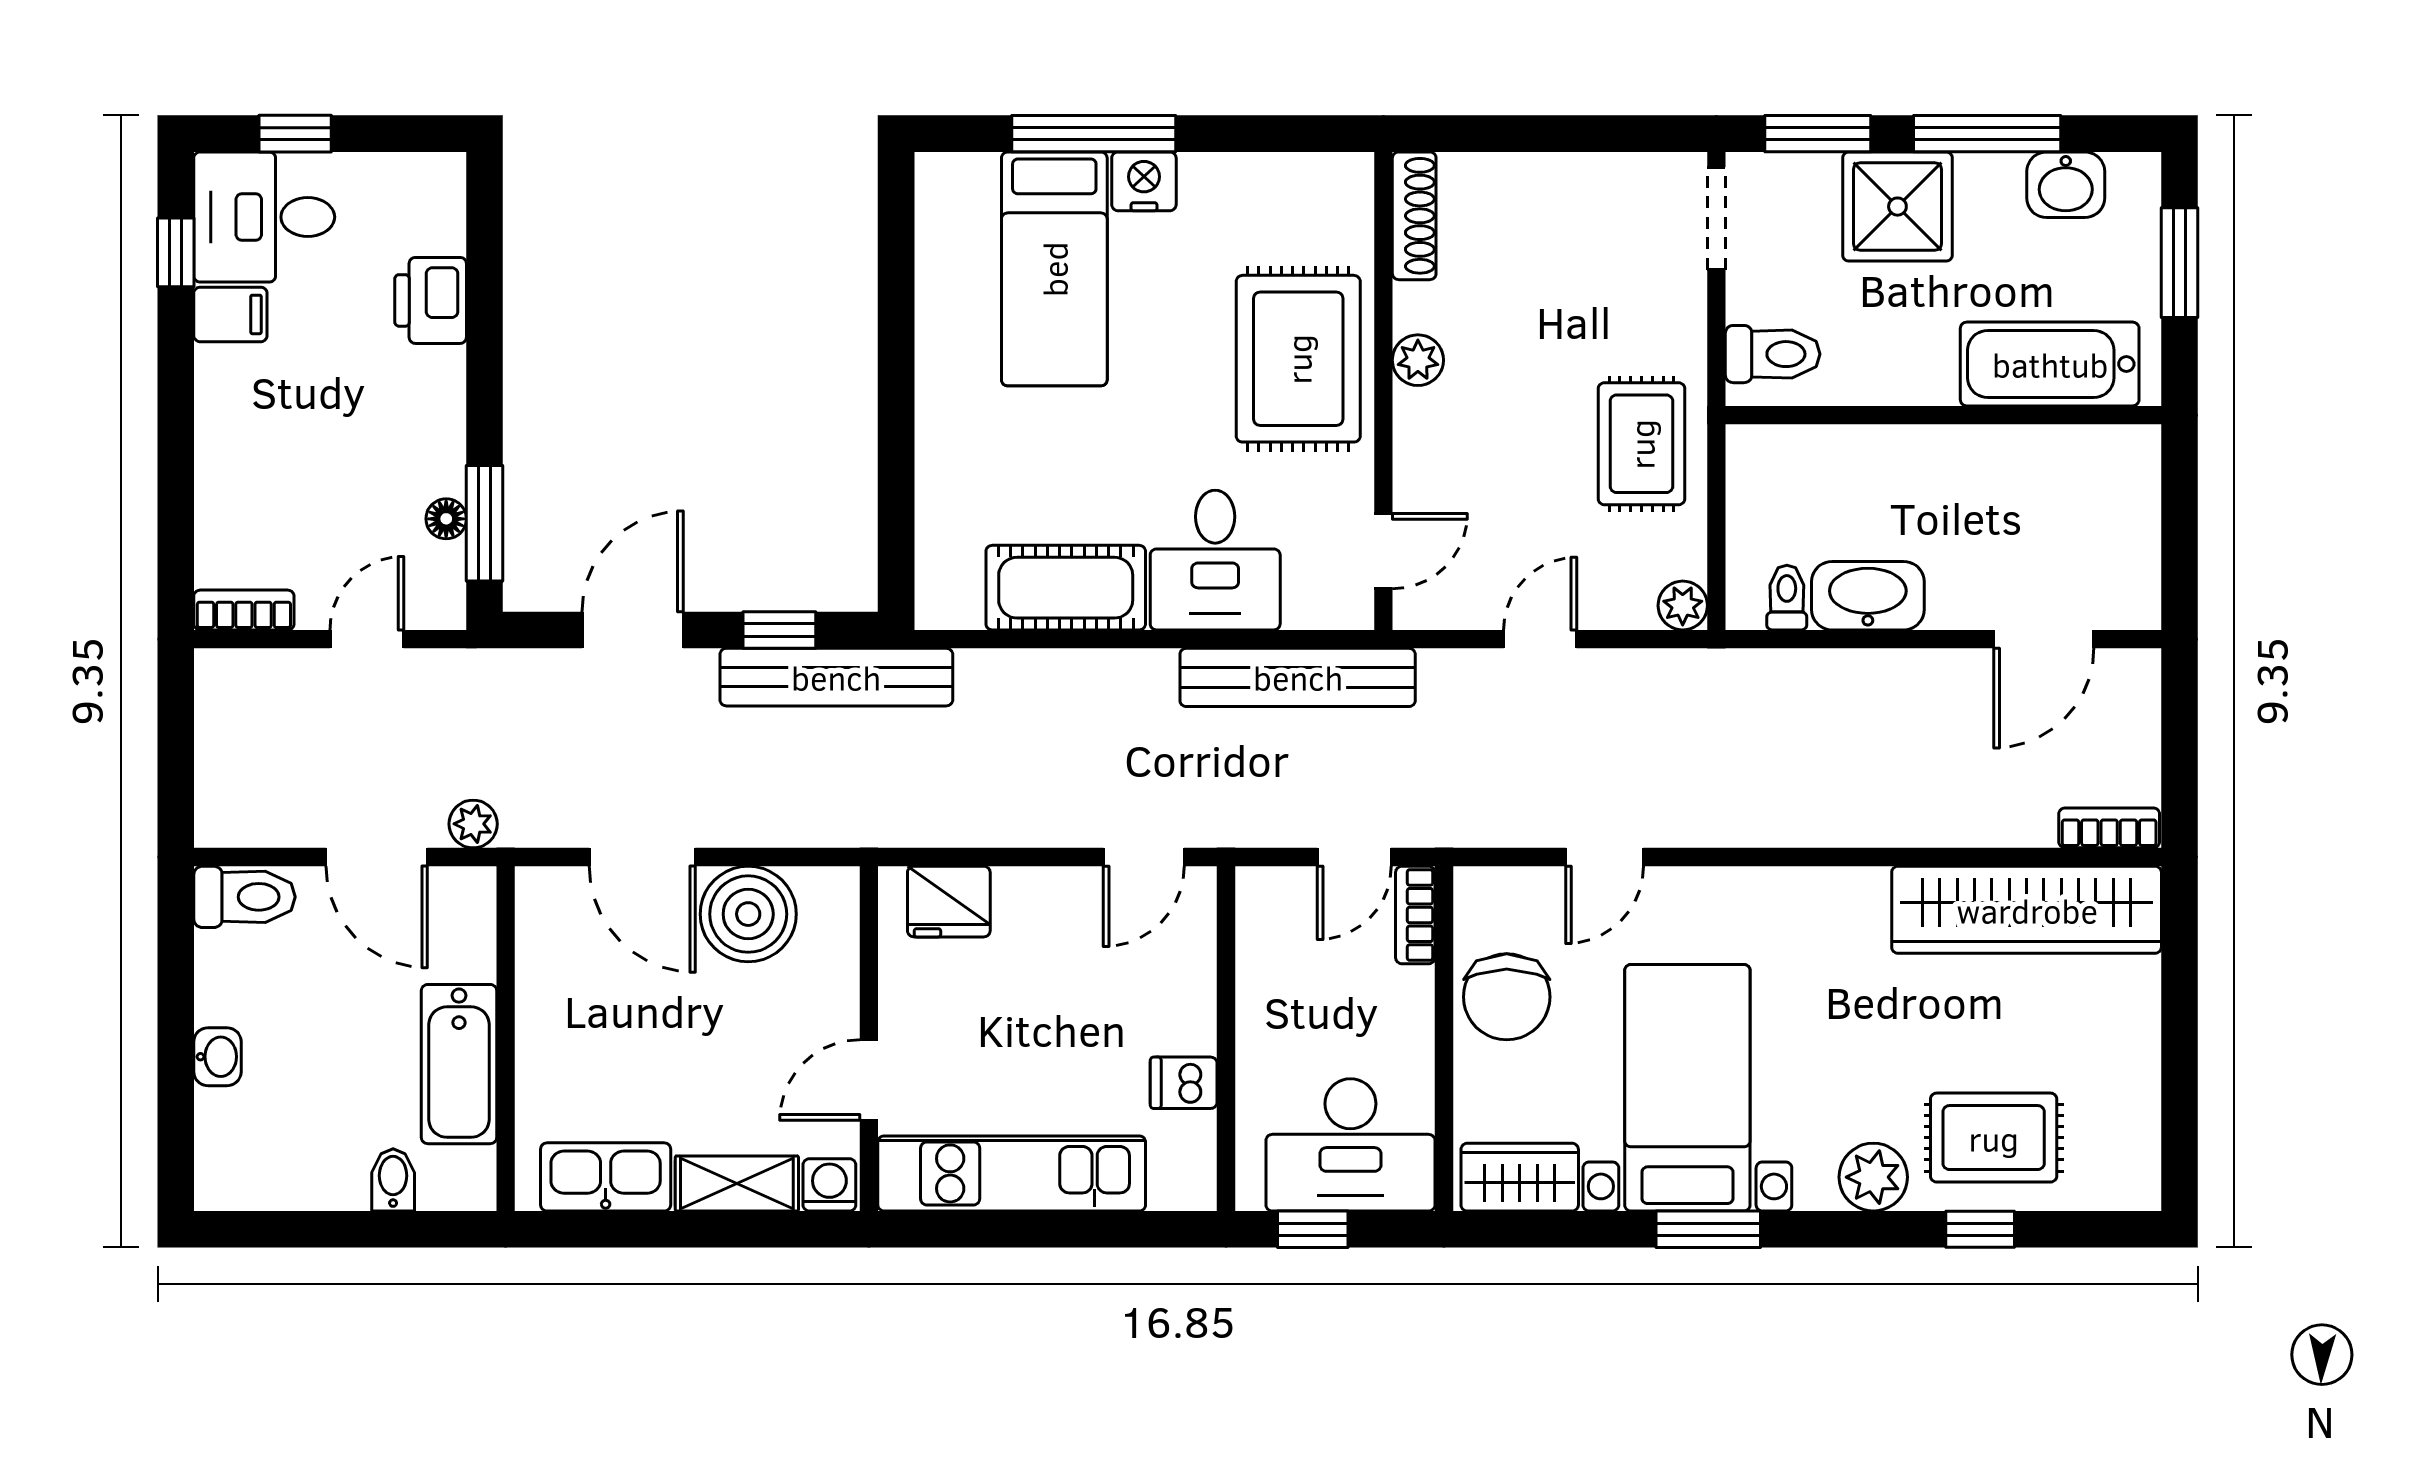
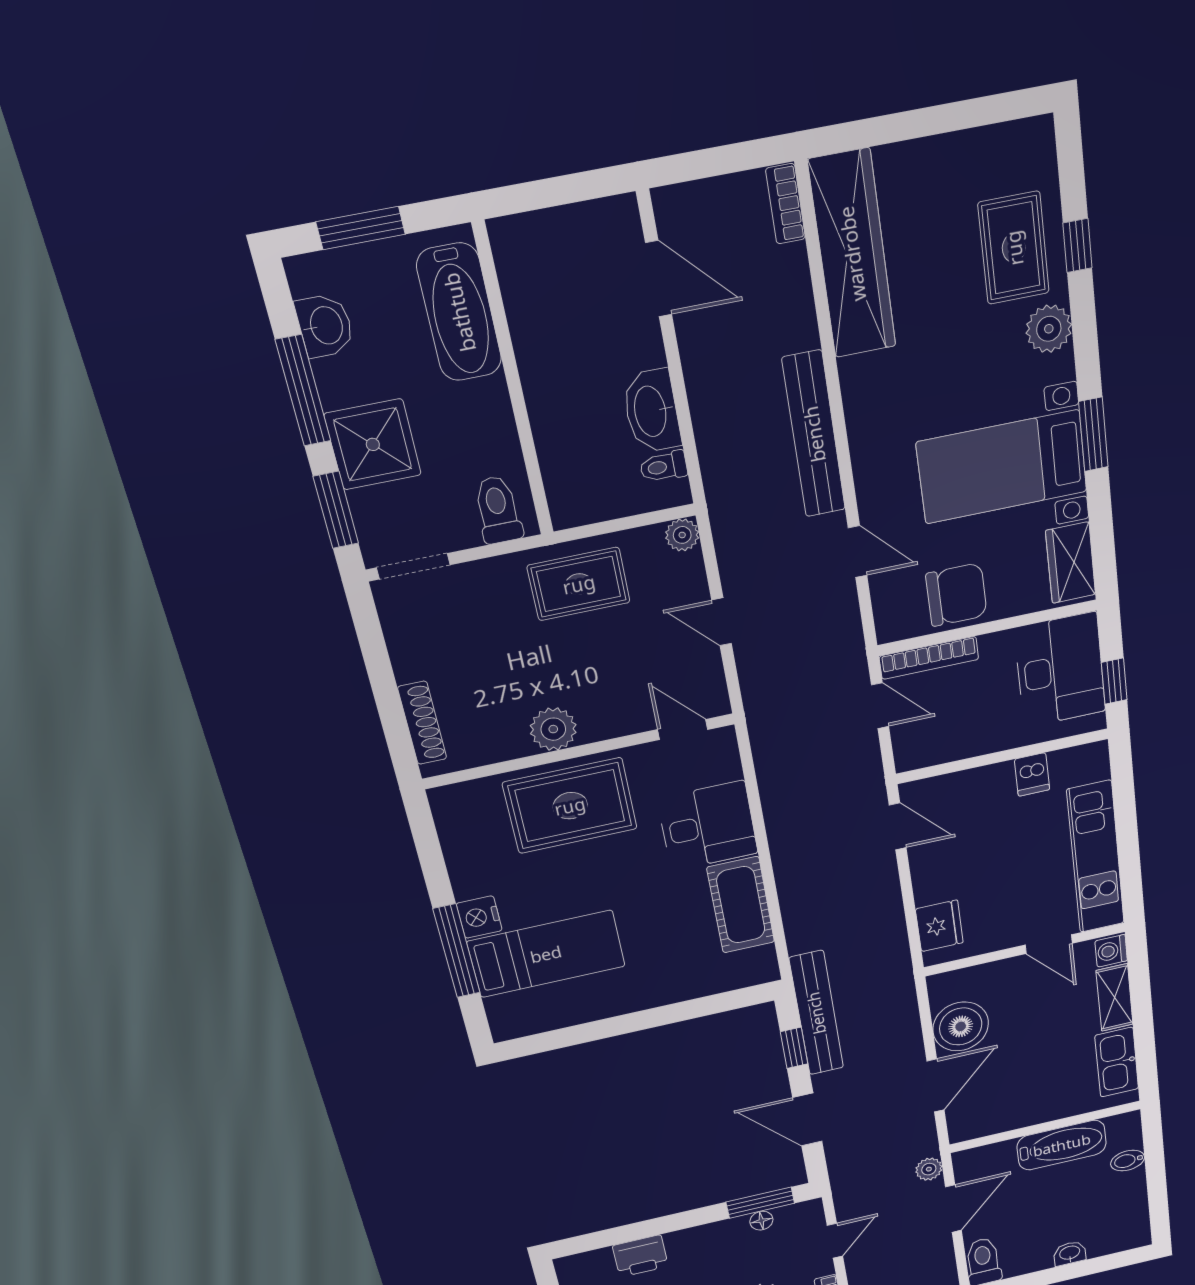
shoe rack: (1414, 216) -> (422, 723), moved, turned 90
plant: (1418, 360) -> (553, 729), width x1.38, depth x1.38
door: (367, 639) -> (835, 1241), swing flipped
bench: (1298, 677) -> (814, 434), moved
bookcase: (1415, 915) -> (929, 658), width x1.56

